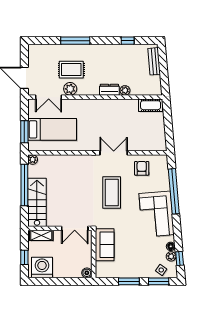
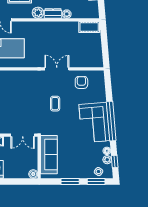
plant: (70, 89) -> (38, 13), moved
window: (174, 191) -> (111, 121), moved
coffee table: (112, 192) -> (55, 104), width x0.54, depth x0.58
sofa: (105, 245) -> (49, 155), width x1.36

